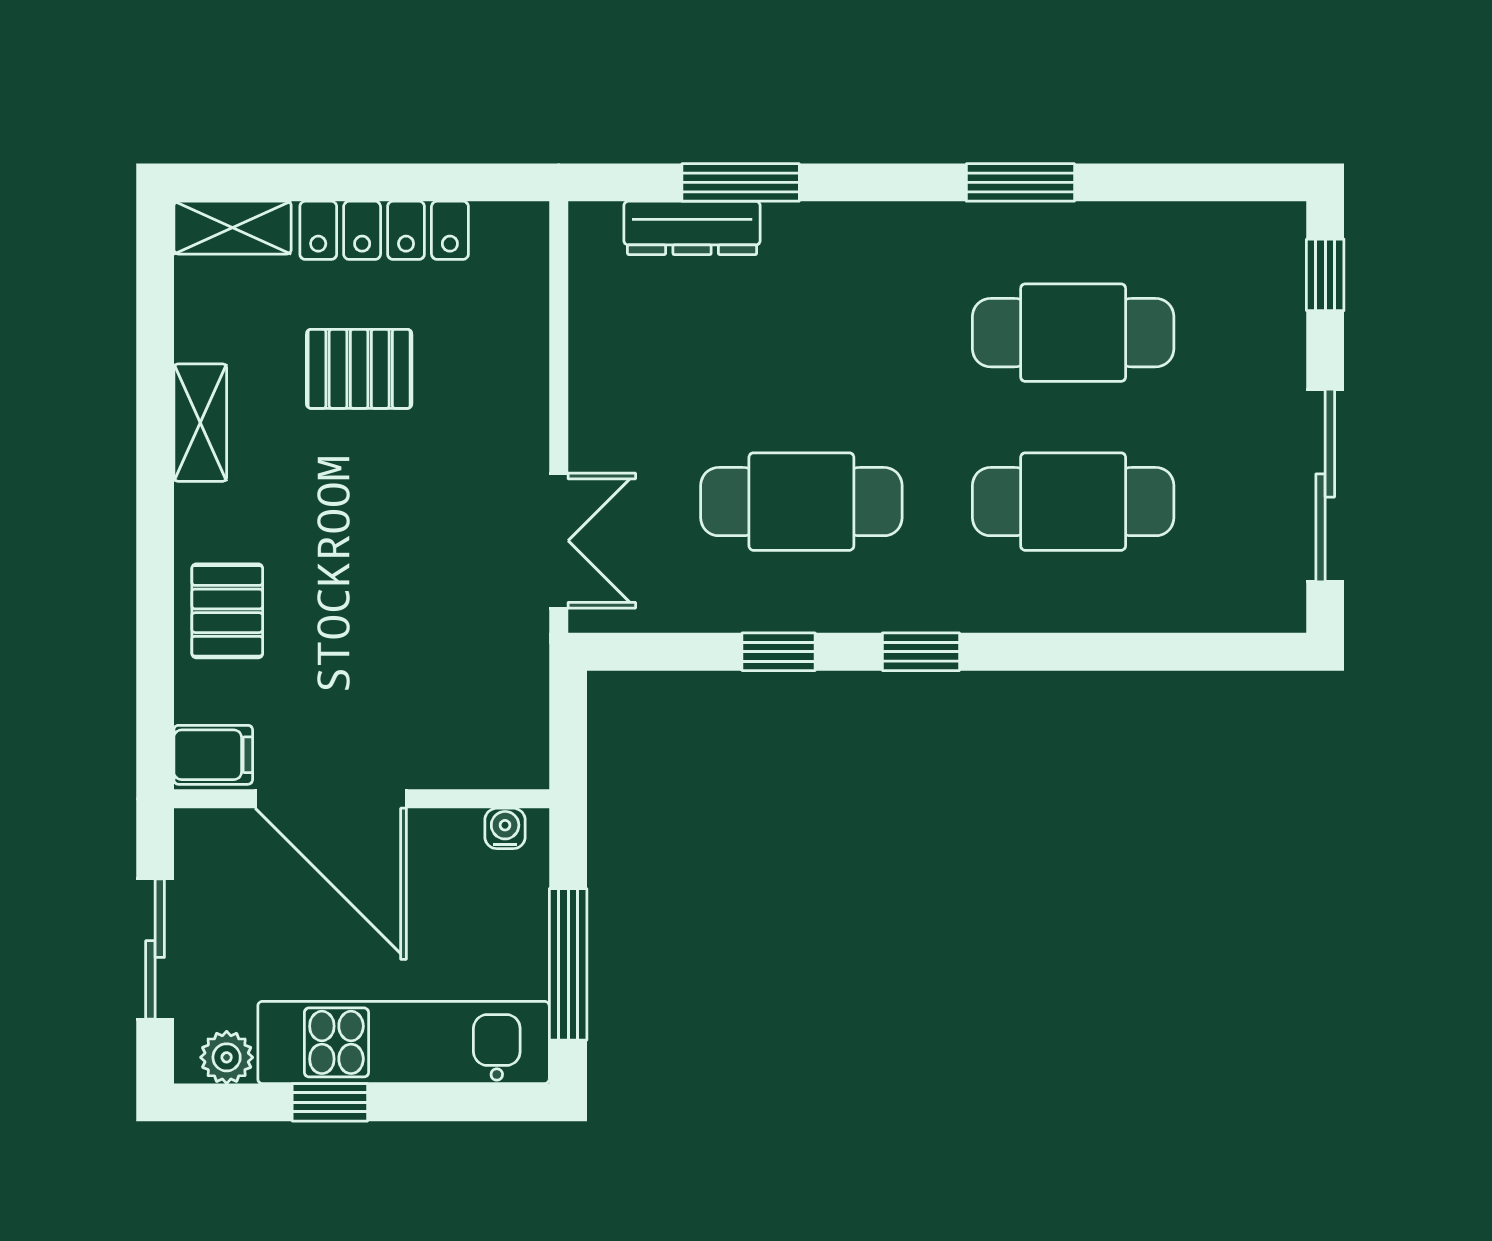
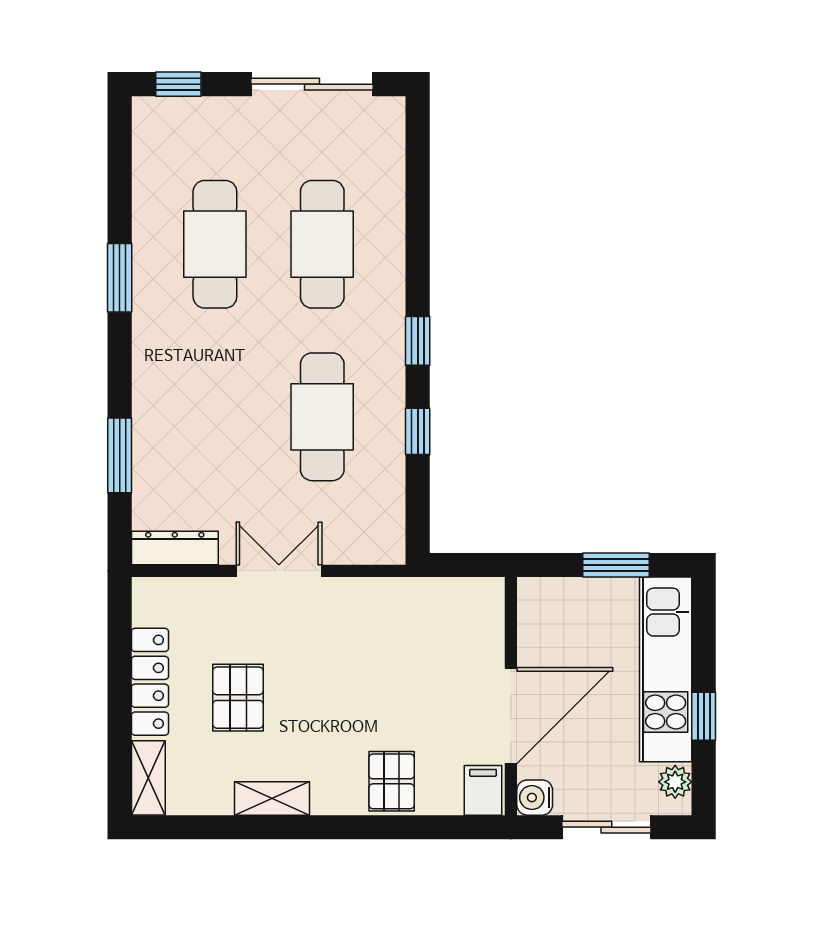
dresser: (692, 228) -> (175, 548), moved, turned -90
double door: (559, 541) -> (279, 571), moved
pallet: (227, 611) -> (392, 781), turned 90
water cooler: (505, 828) -> (535, 798), moved, width x1.38, depth x1.38
window: (568, 964) -> (616, 565), width x0.69

